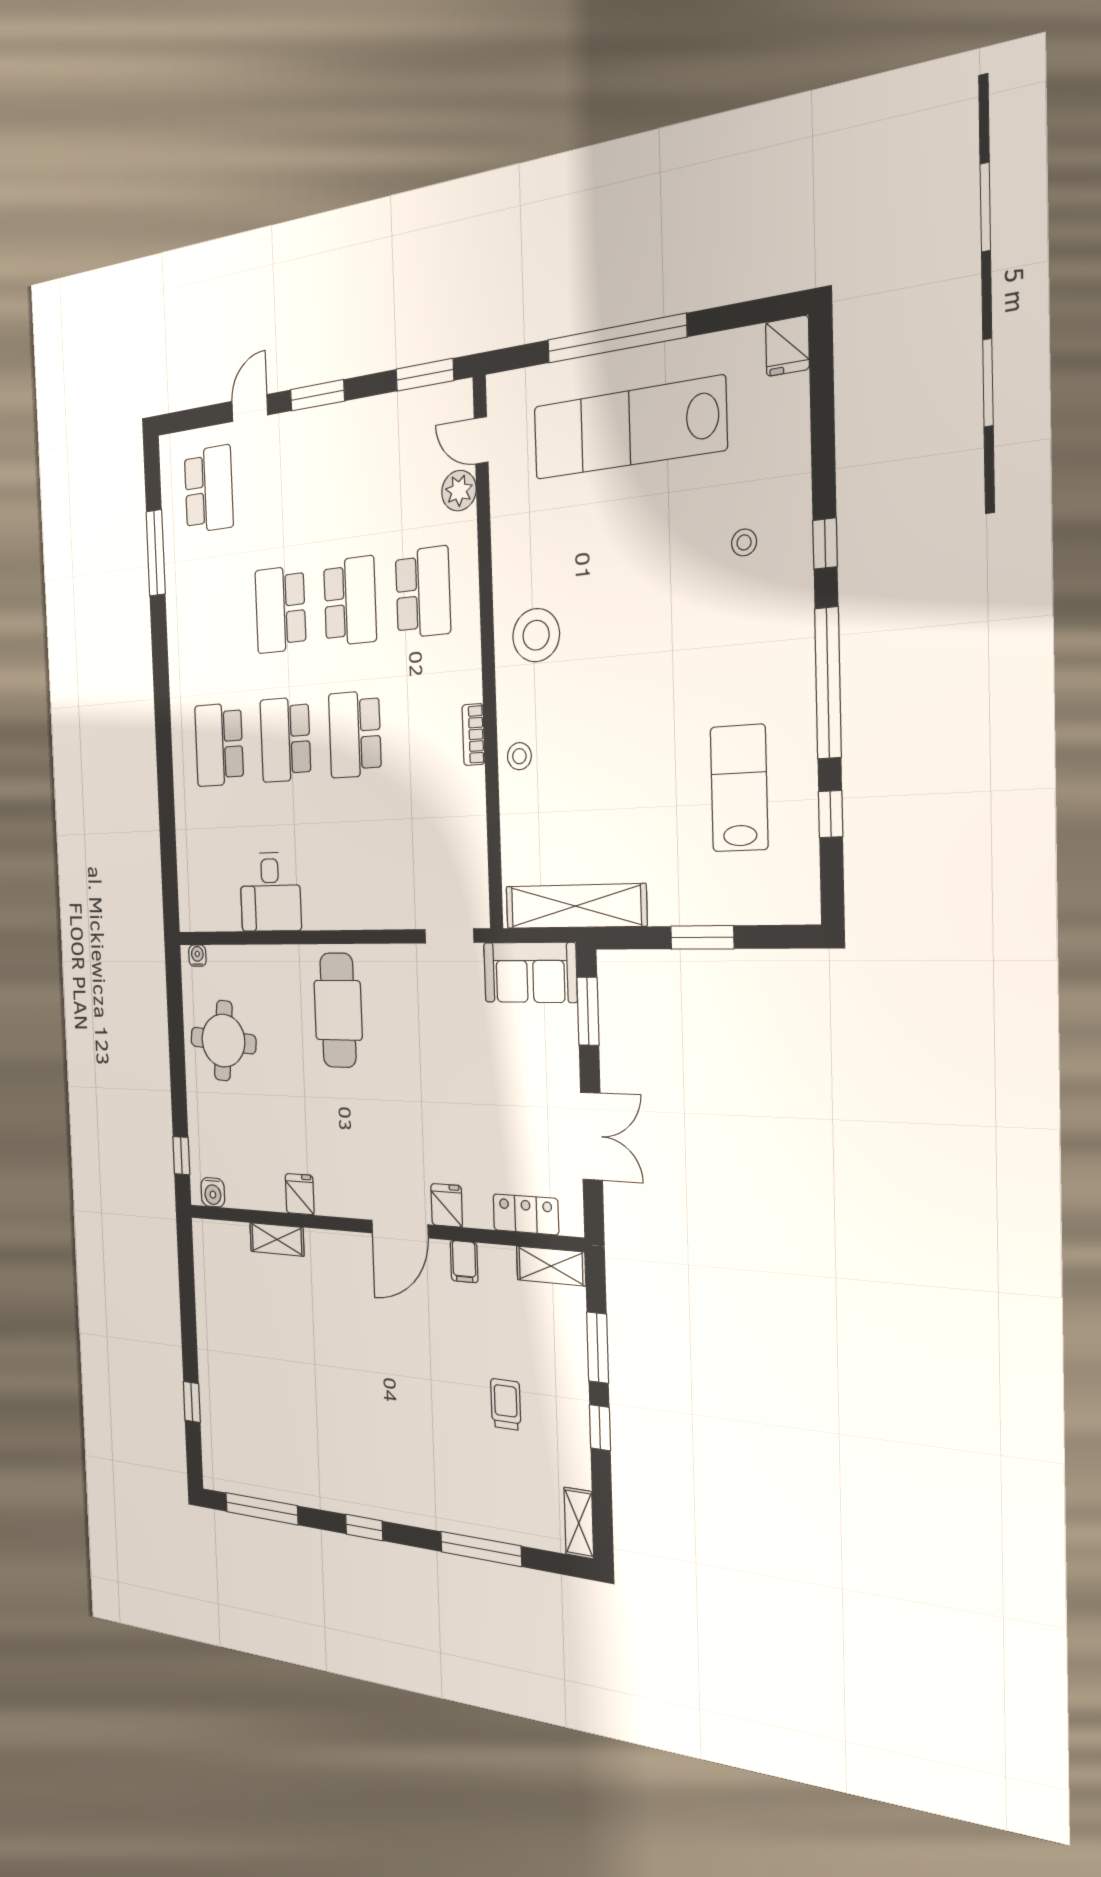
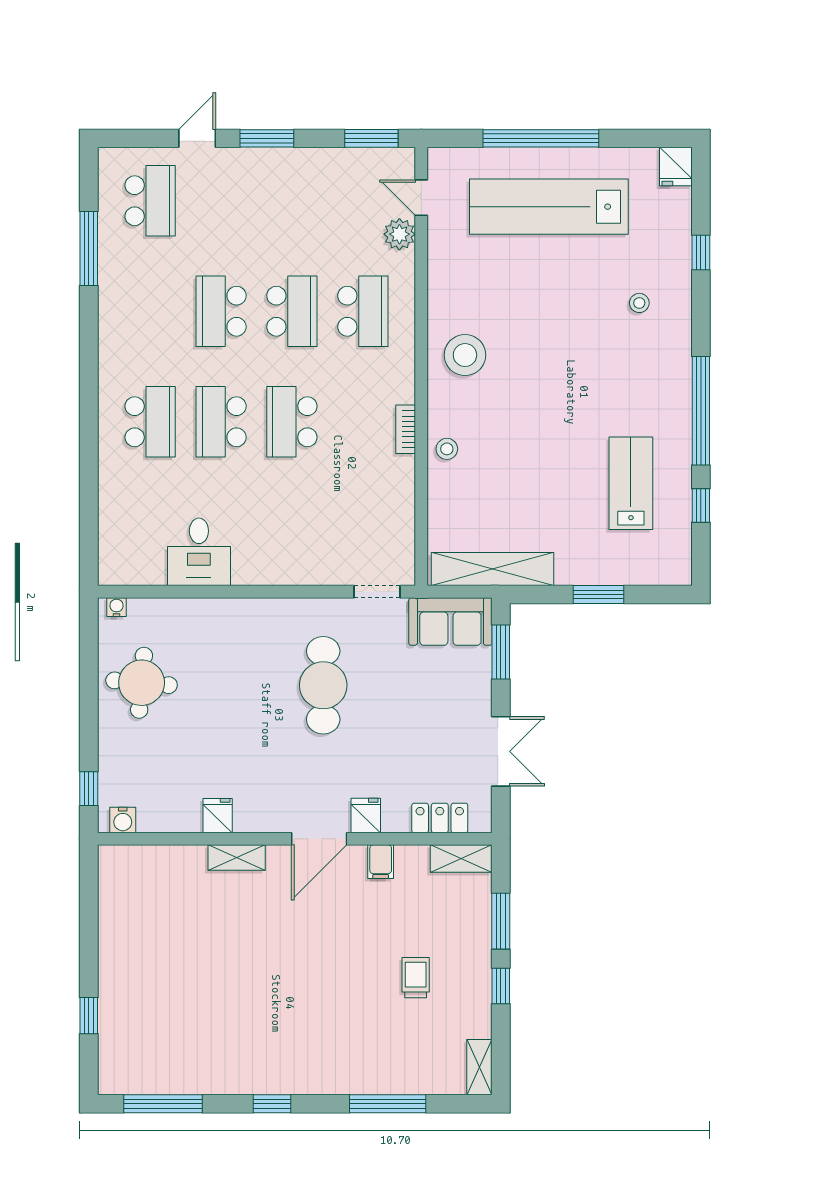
window: (825, 544) -> (701, 252), moved
school desk: (219, 745) -> (150, 422), turned 180
cafe table: (338, 1010) -> (323, 685), moved
shelving: (277, 1239) -> (237, 858), moved

